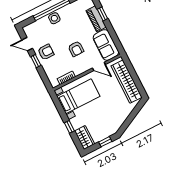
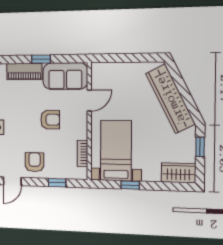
window: (103, 14) -> (41, 59), moved
window: (36, 61) -> (57, 183), moved
wardrobe: (126, 82) -> (170, 99), moved, turned 63
window: (69, 127) -> (130, 185), moved

